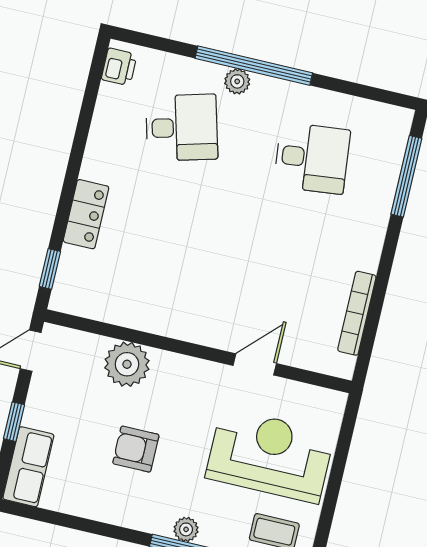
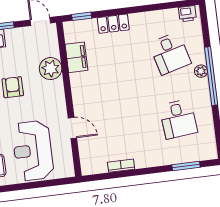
window: (406, 176) -> (186, 166), width x0.69
filing cabinet: (124, 307) -> (76, 57), added
bookcase: (357, 313) -> (121, 166), width x0.64
reception desk: (270, 455) -> (33, 151), turned 180

